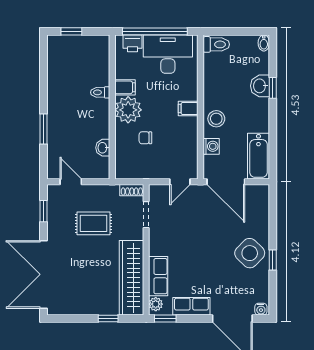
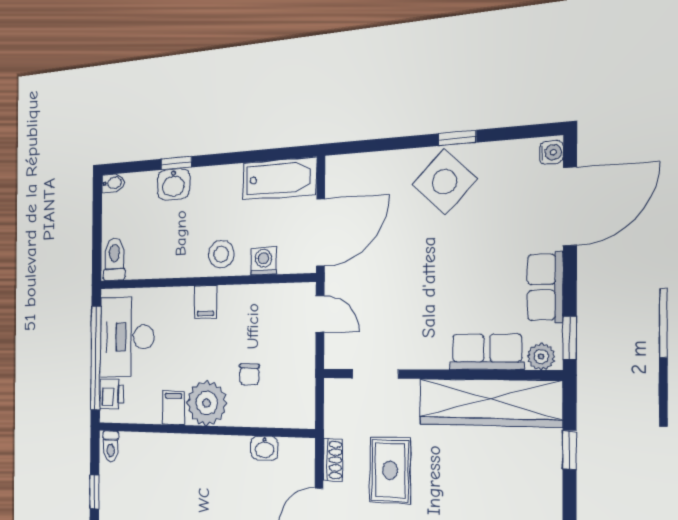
toilet: (100, 92) -> (111, 446), moved
shoe rack: (132, 190) -> (333, 460), moved

